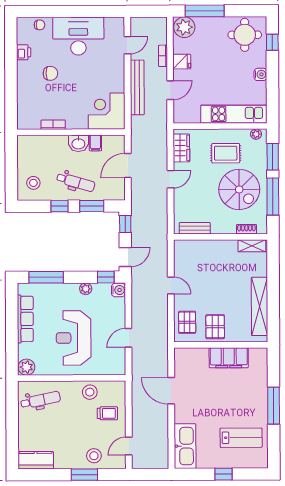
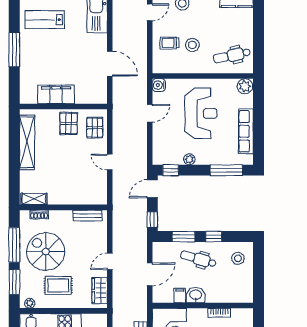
water cooler: (118, 290) -> (159, 85), moved
stool: (90, 392) -> (192, 45), moved

